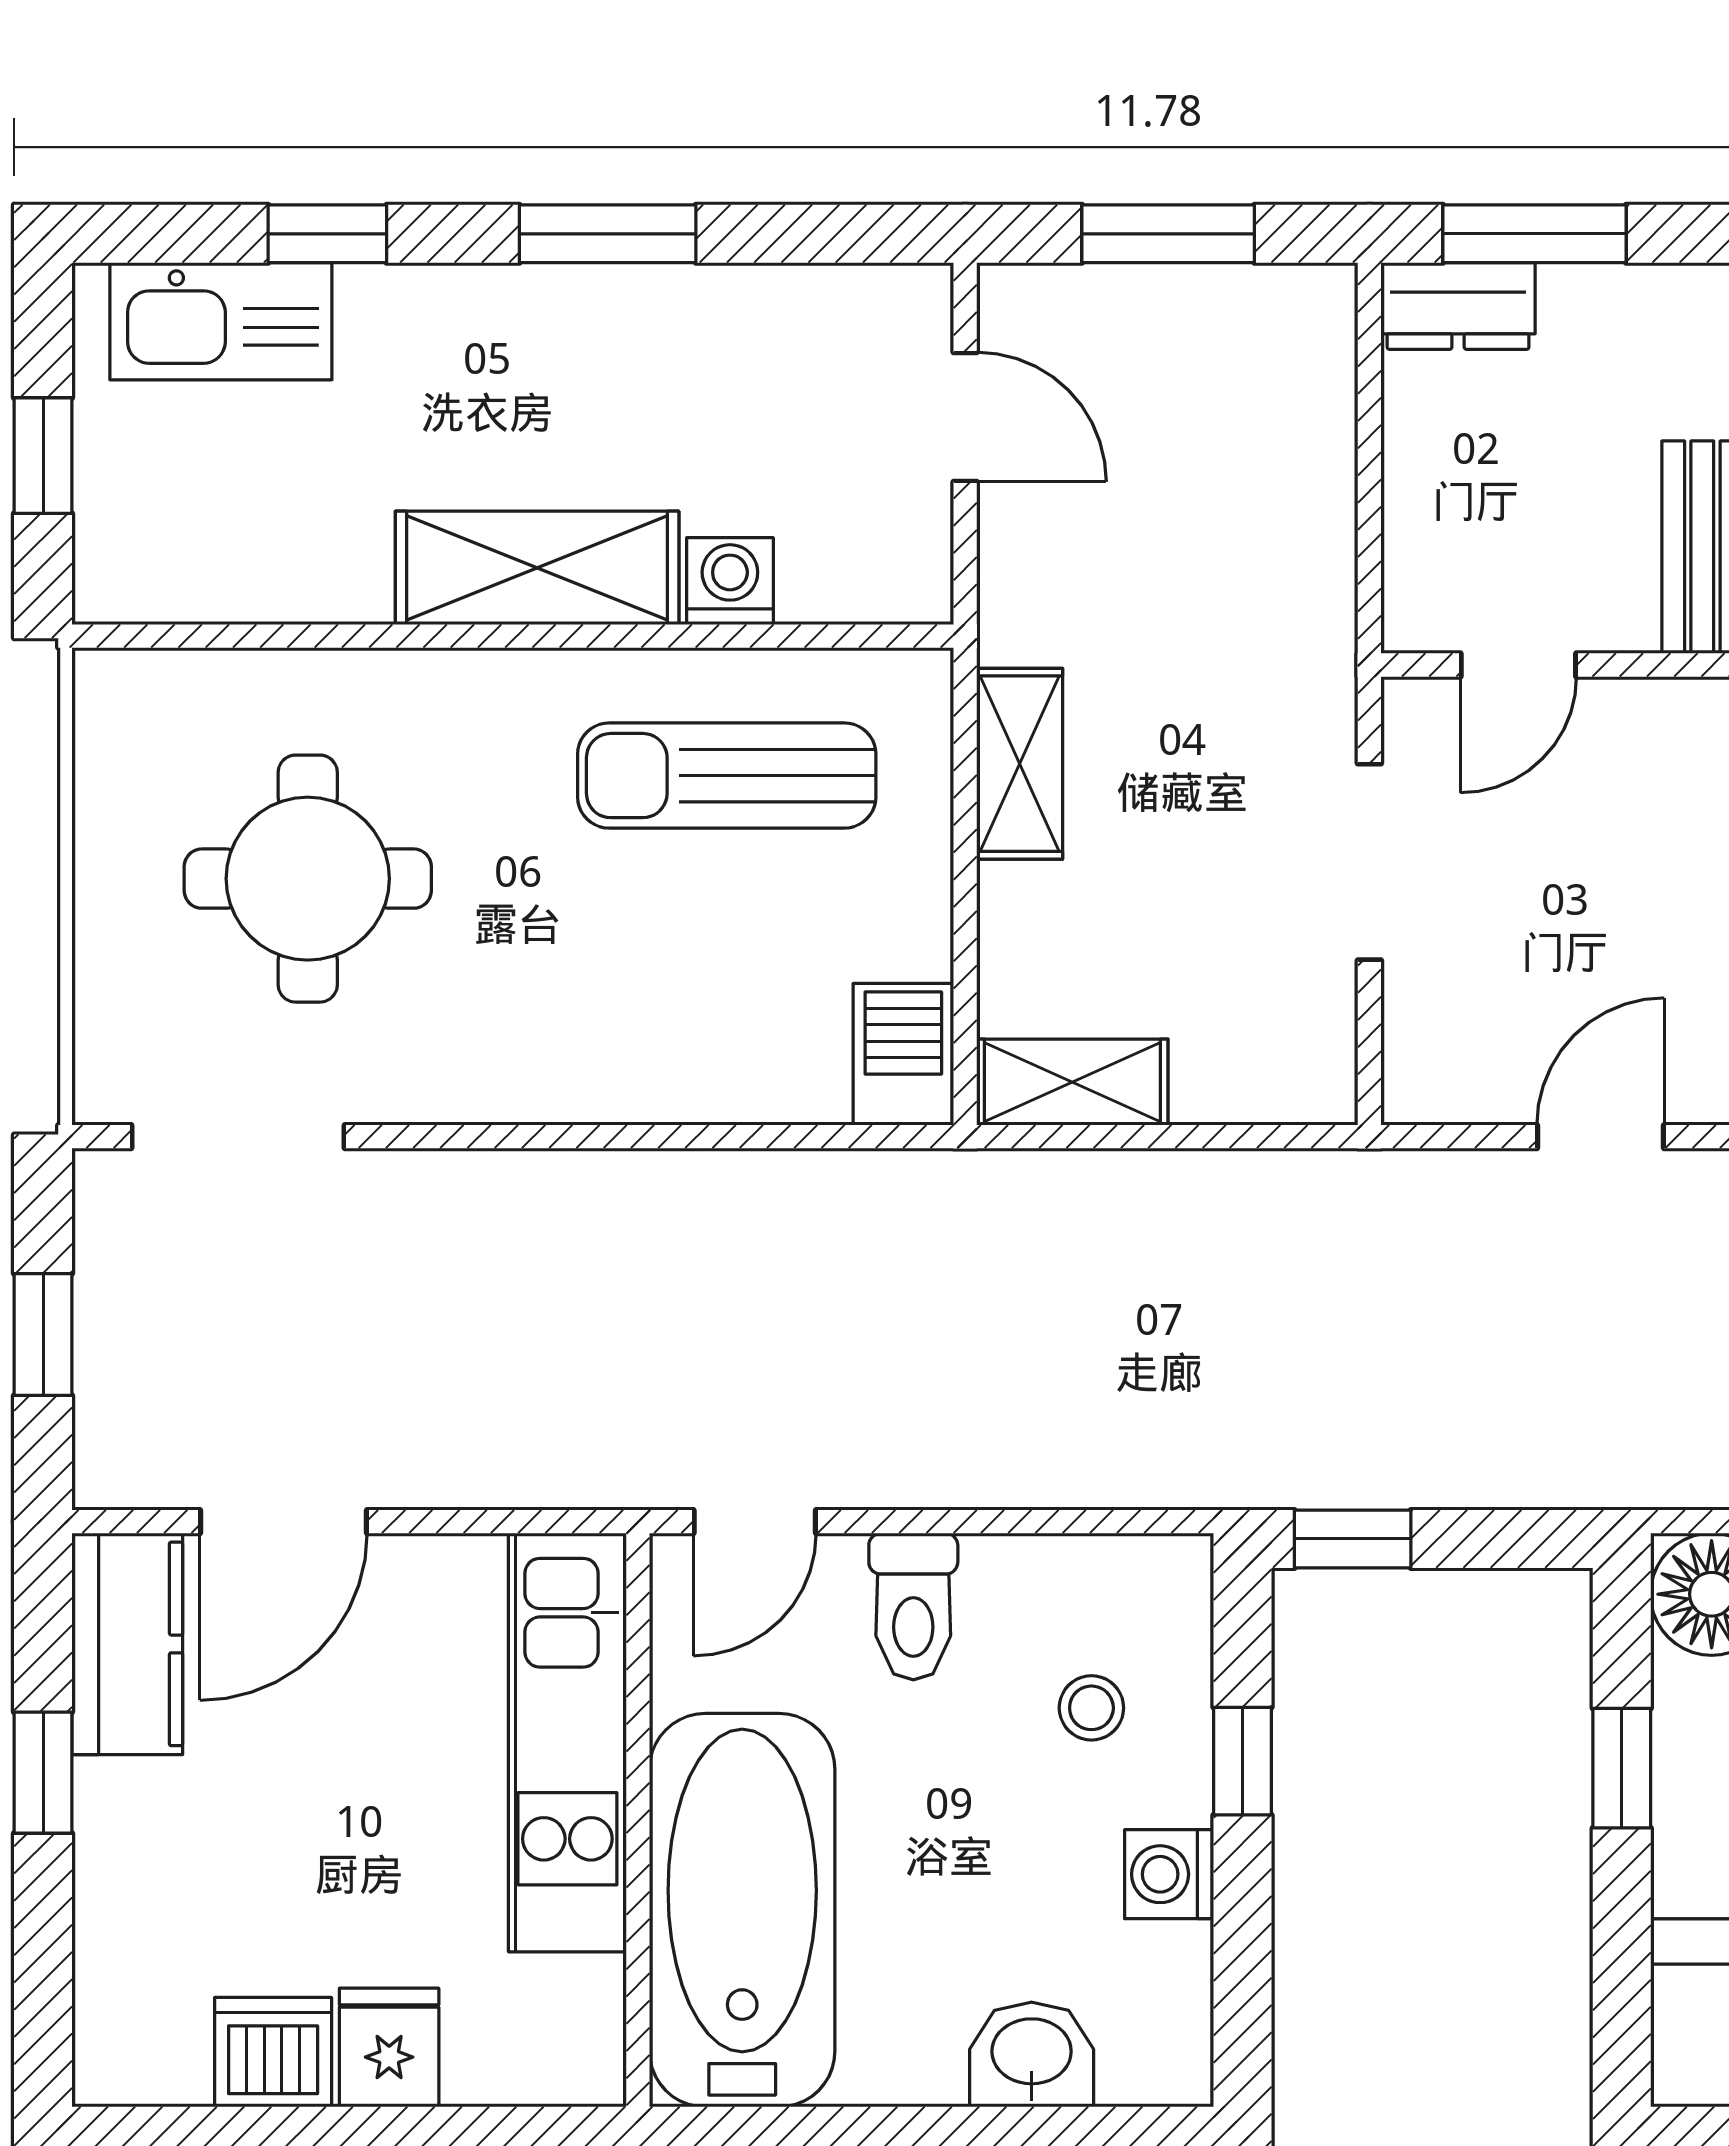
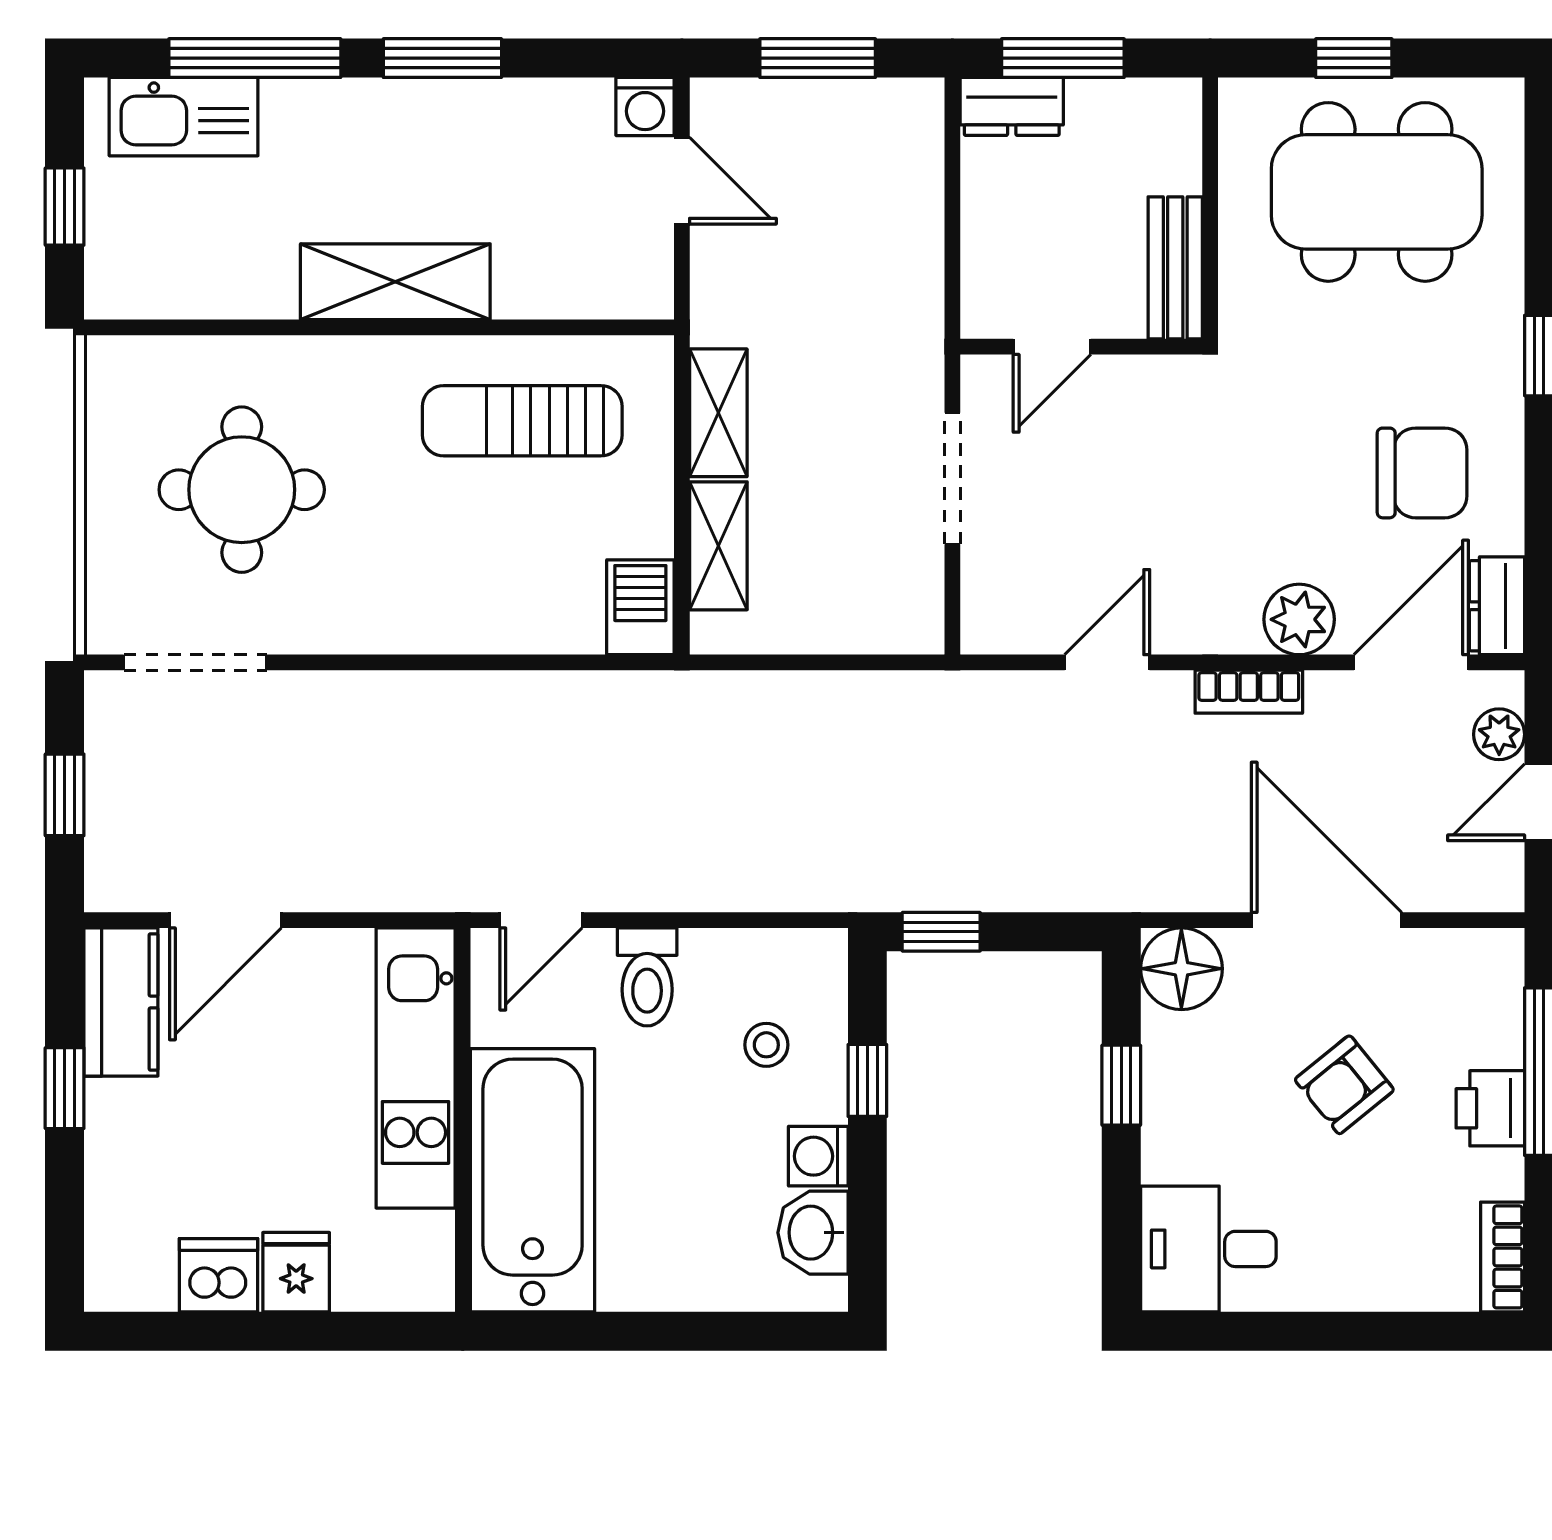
window: (327, 234) -> (255, 58), width x2.17
washing machine: (730, 581) -> (645, 106), moved, turned 180
shelving: (1072, 1082) -> (718, 546), moved, turned 90
washbasin: (1032, 2054) -> (813, 1233), moved, turned -90

